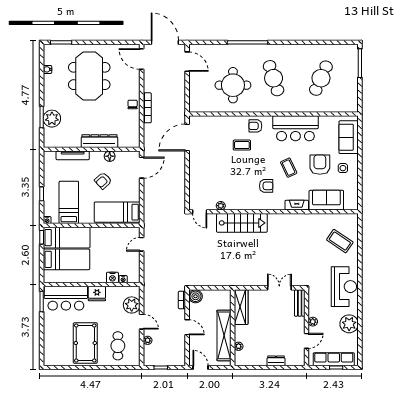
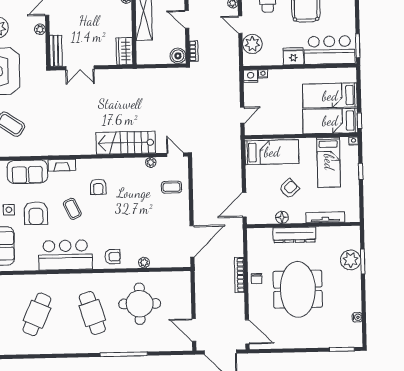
meeting table: (89, 76) -> (298, 289), moved
plant: (228, 120) -> (144, 263), added
coffee table: (242, 145) -> (172, 187), moved
armchair: (266, 186) -> (98, 187), turned -90
nightstand: (112, 277) -> (251, 76), moved
wardrobe: (241, 307) -> (124, 51), width x0.67

